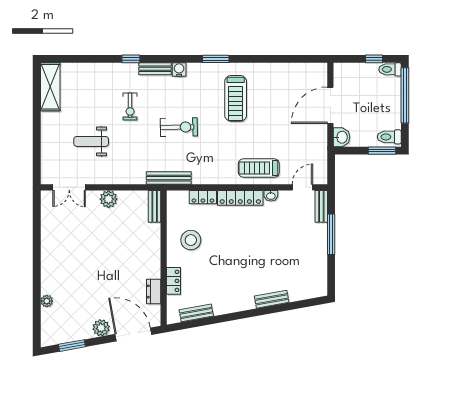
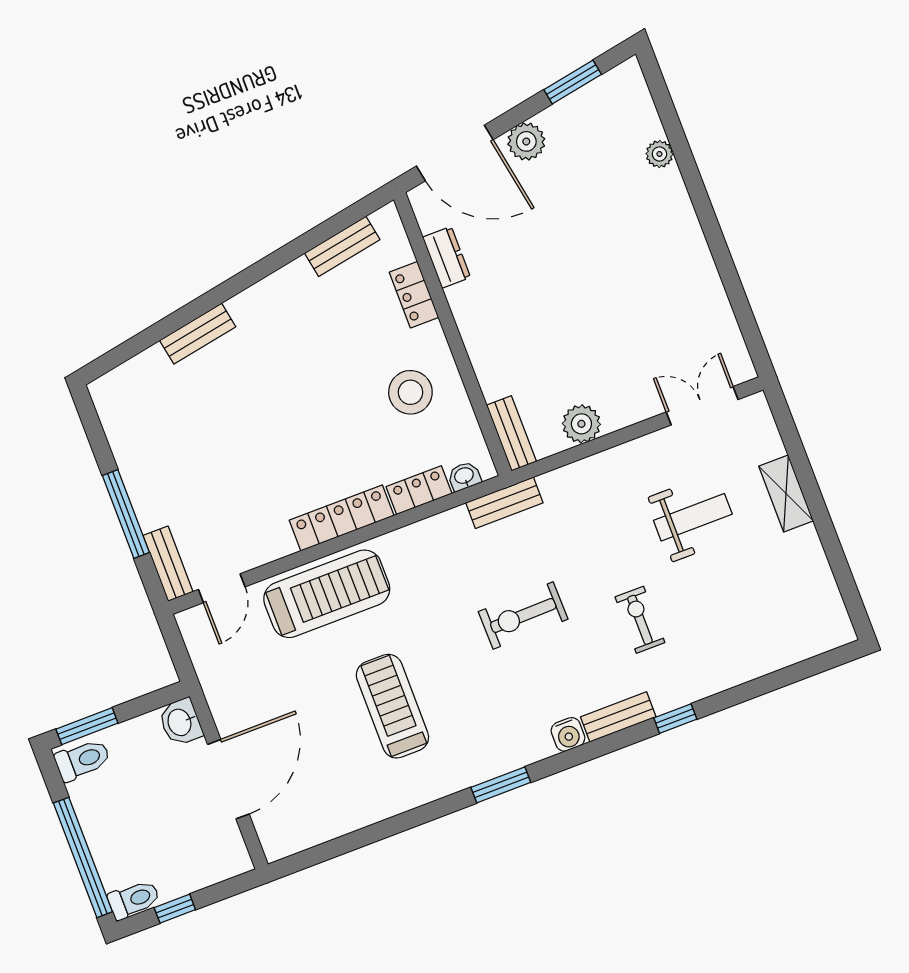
shelving: (50, 87) -> (786, 493), moved, width x0.67, depth x0.75
treadmill: (236, 98) -> (392, 706), moved
treadmill: (259, 168) -> (327, 594), width x1.37, depth x1.38
bench: (169, 178) -> (504, 503), width x0.73
washbasin: (271, 196) -> (464, 476), moved
plant: (109, 199) -> (581, 424), moved

